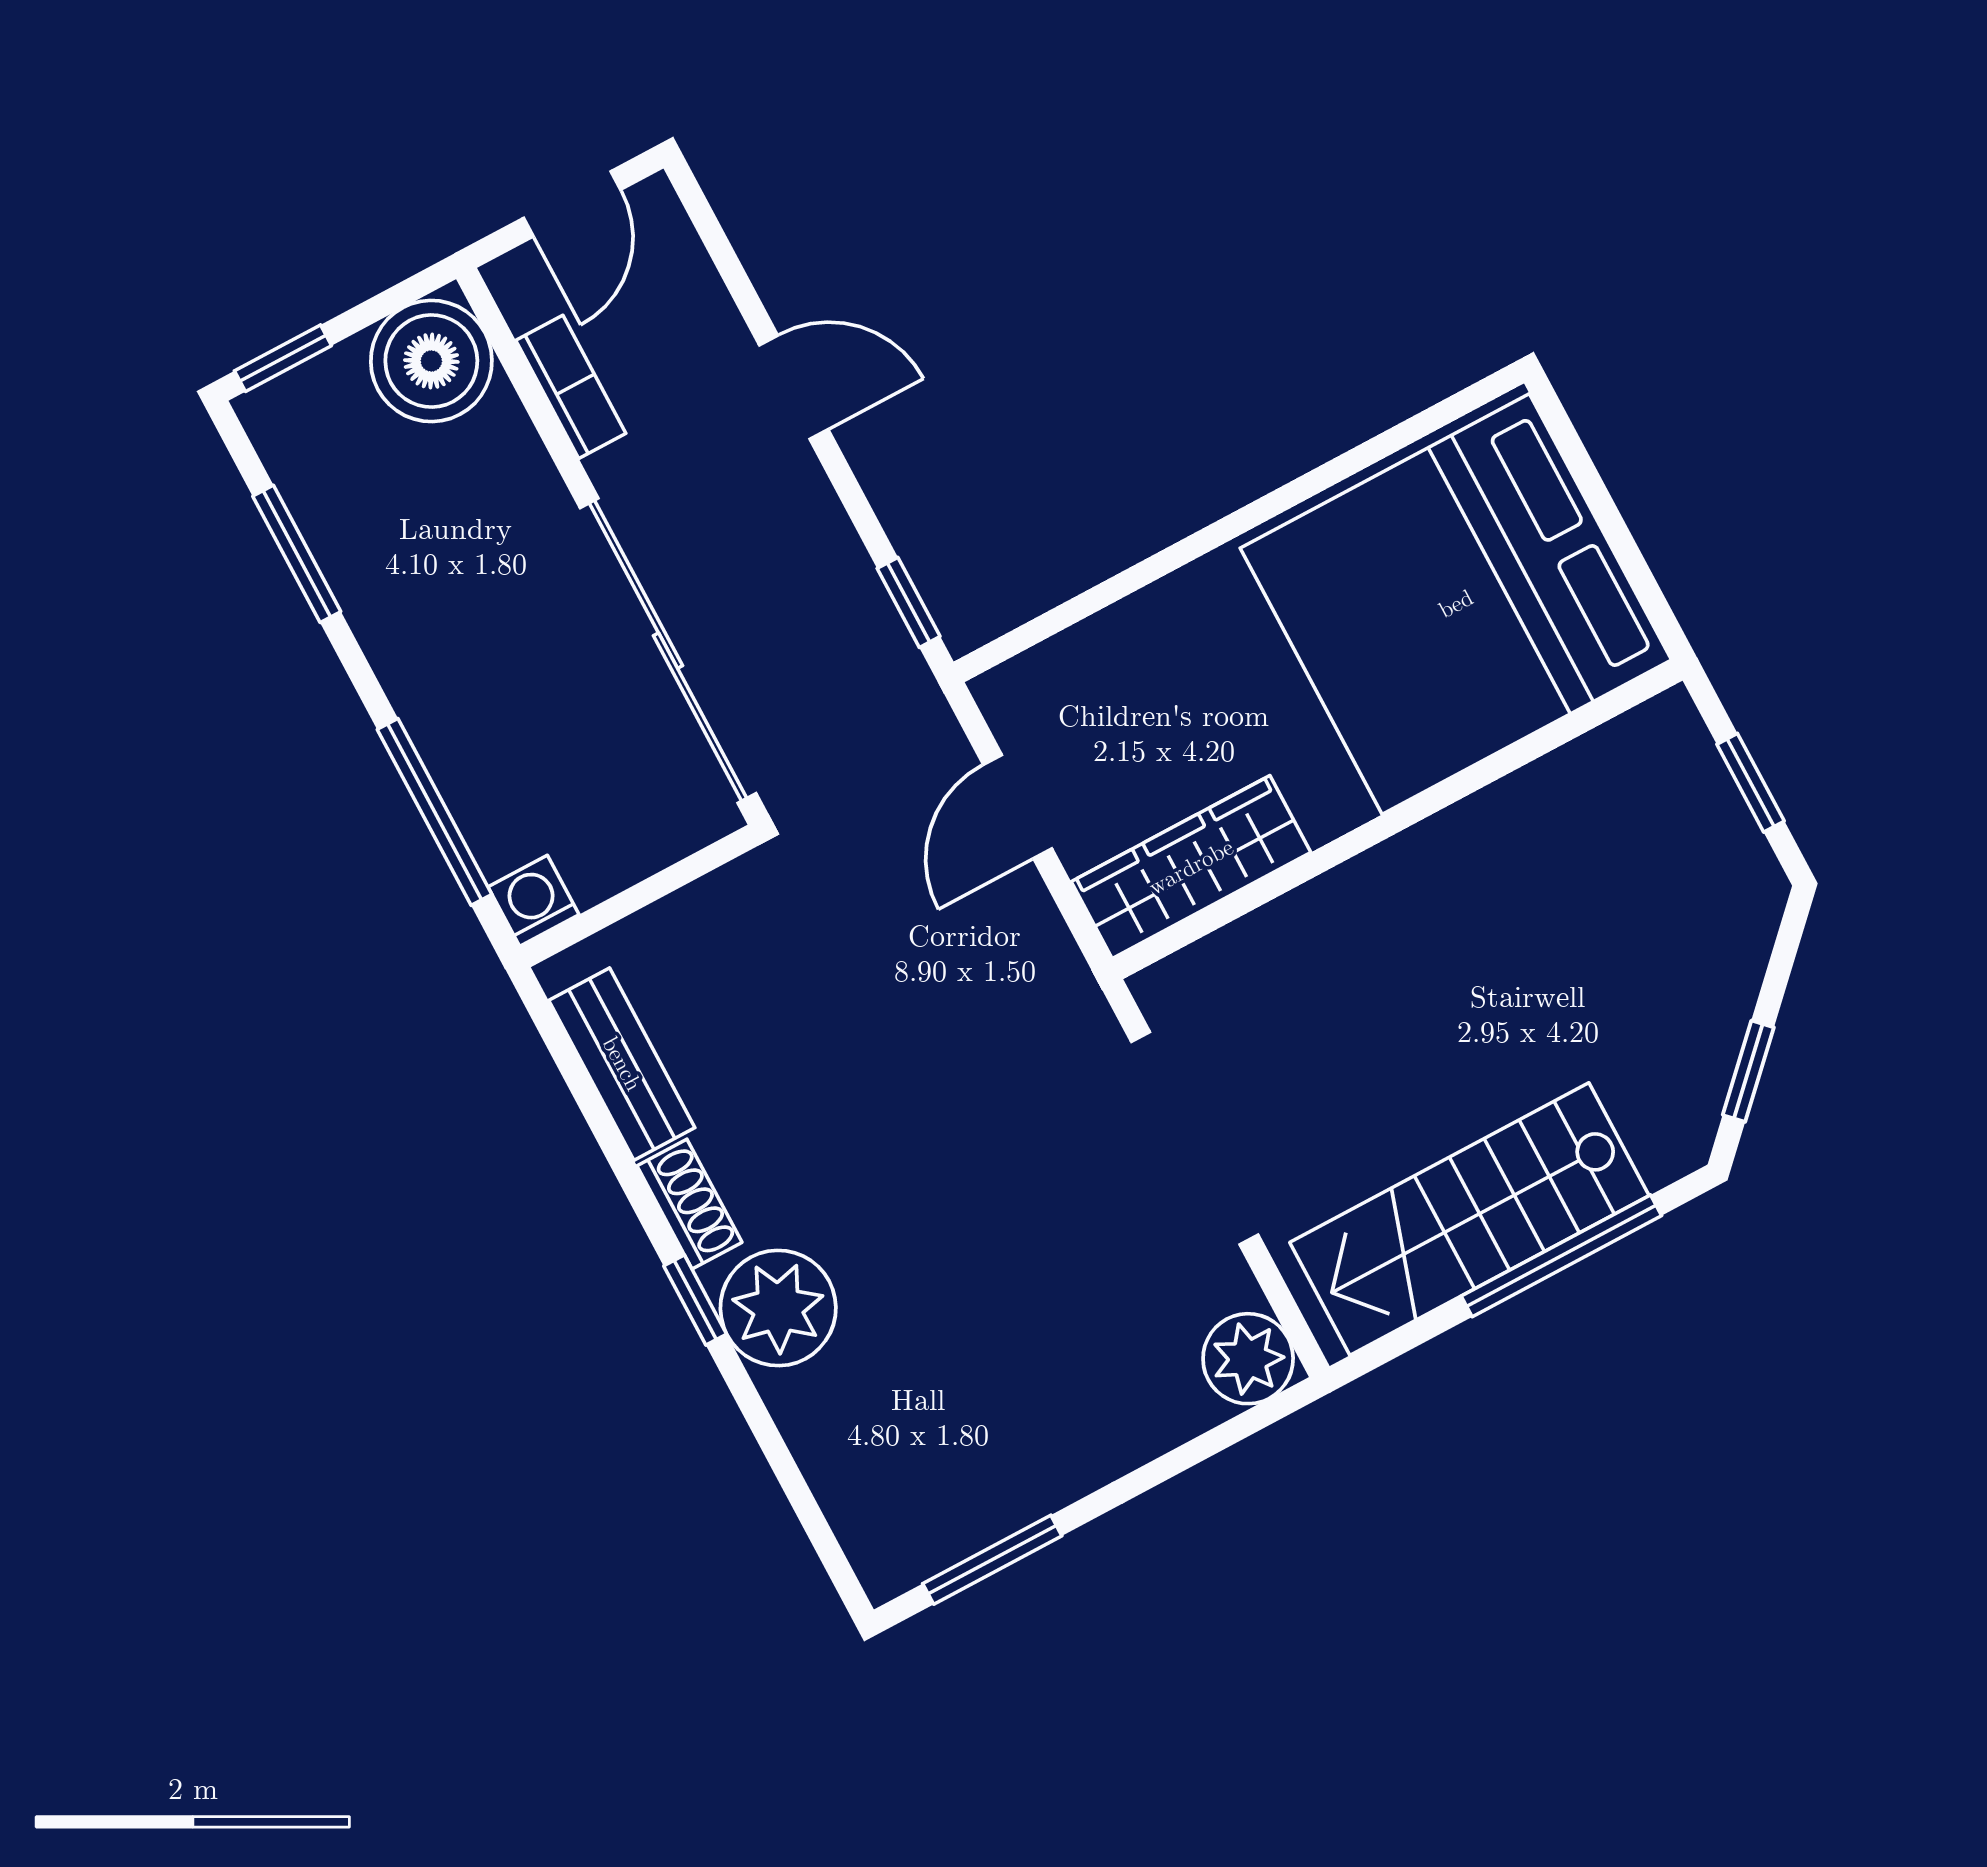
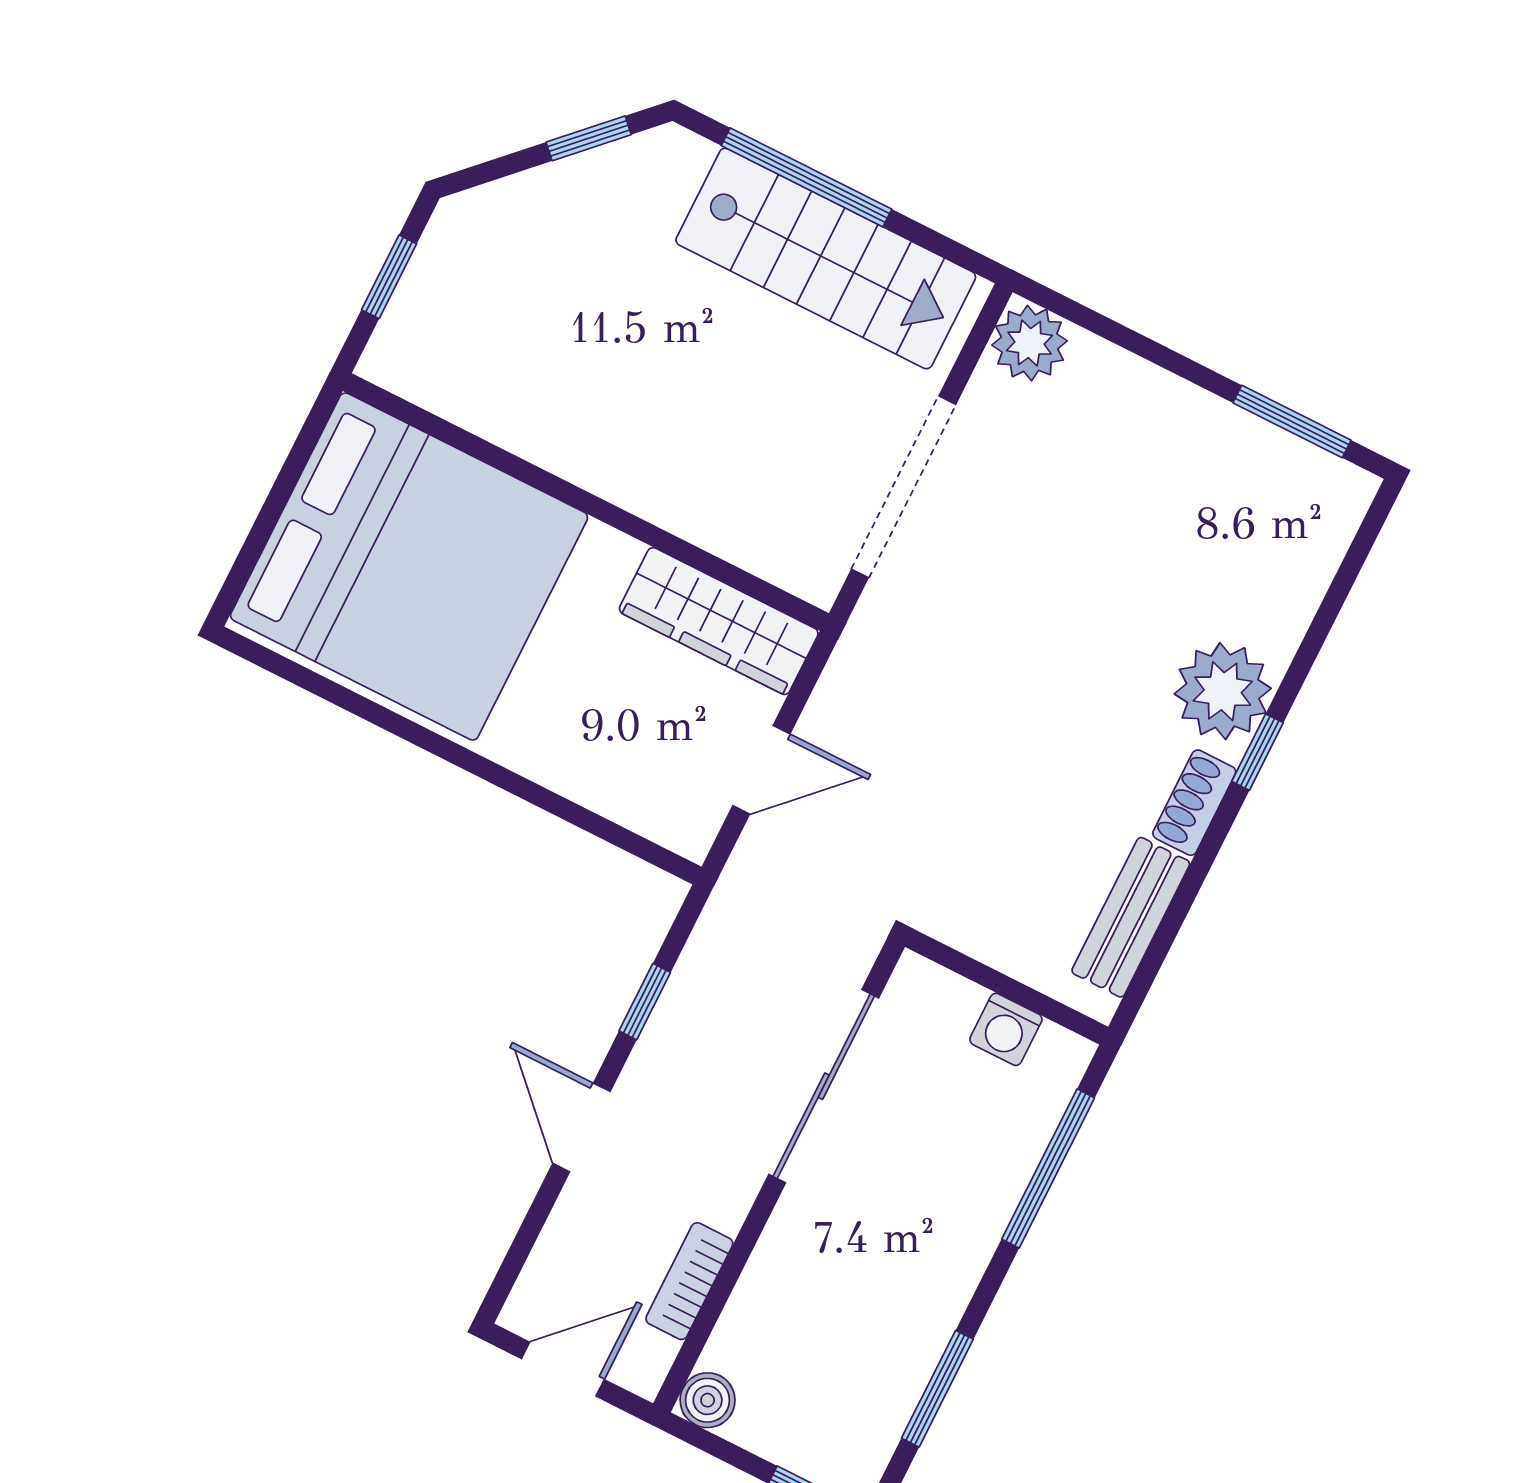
boiler: (431, 361) -> (708, 1400), width x0.54, depth x0.54
window: (909, 602) -> (645, 1002), moved
sliding door: (668, 651) -> (824, 1086), width x0.73
washing machine: (534, 901) -> (1006, 1029), moved

